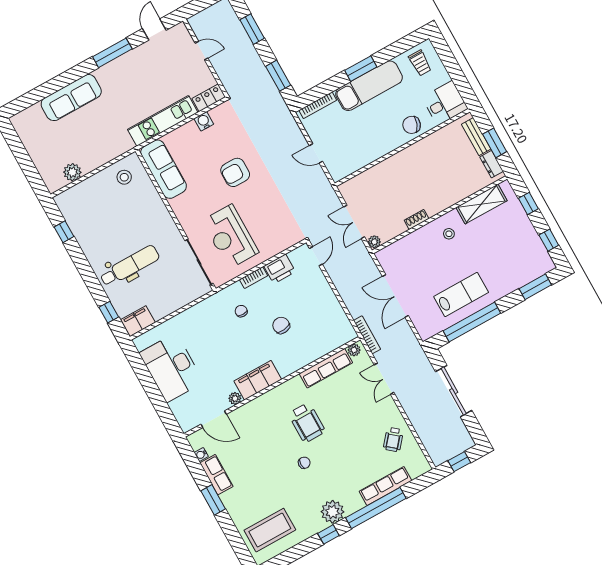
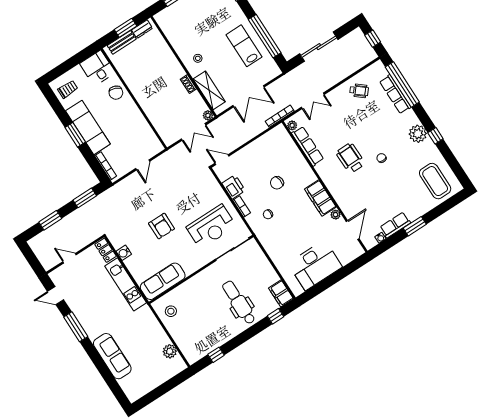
door: (201, 51) -> (69, 258), hinge flipped
shelving: (482, 204) -> (209, 90), moved
wheelchair: (307, 423) -> (350, 158), turned -91
window: (376, 508) -> (402, 84), moved

